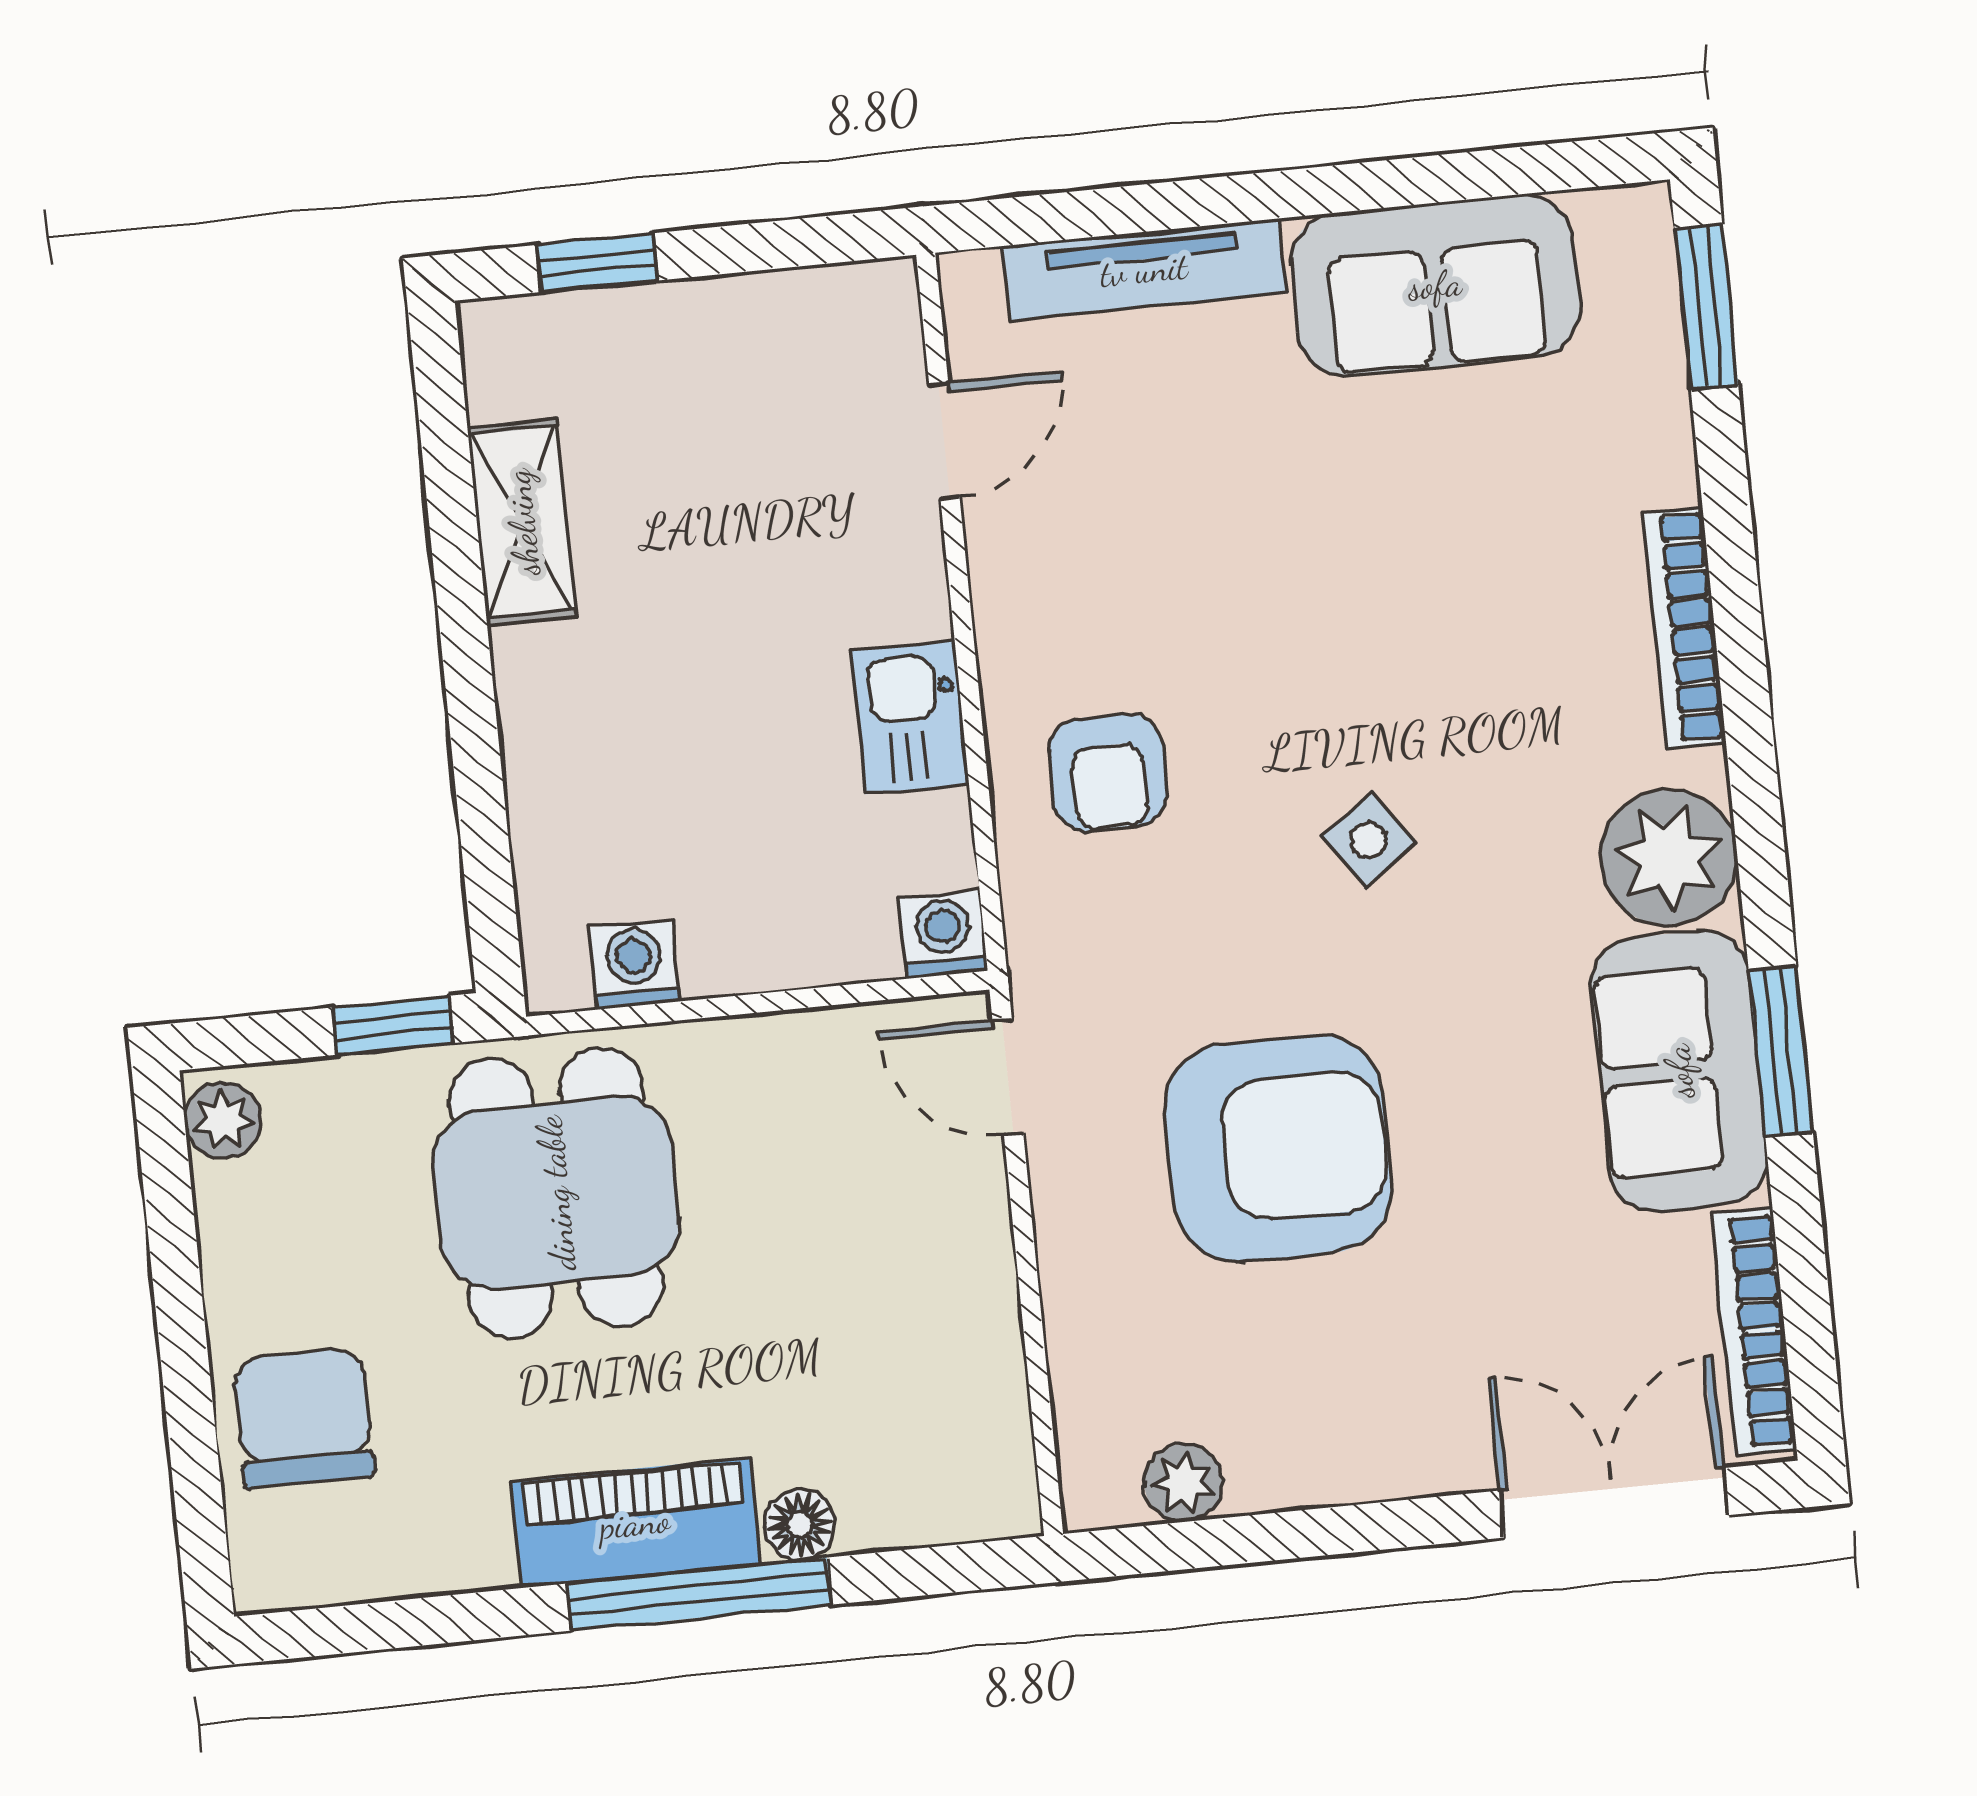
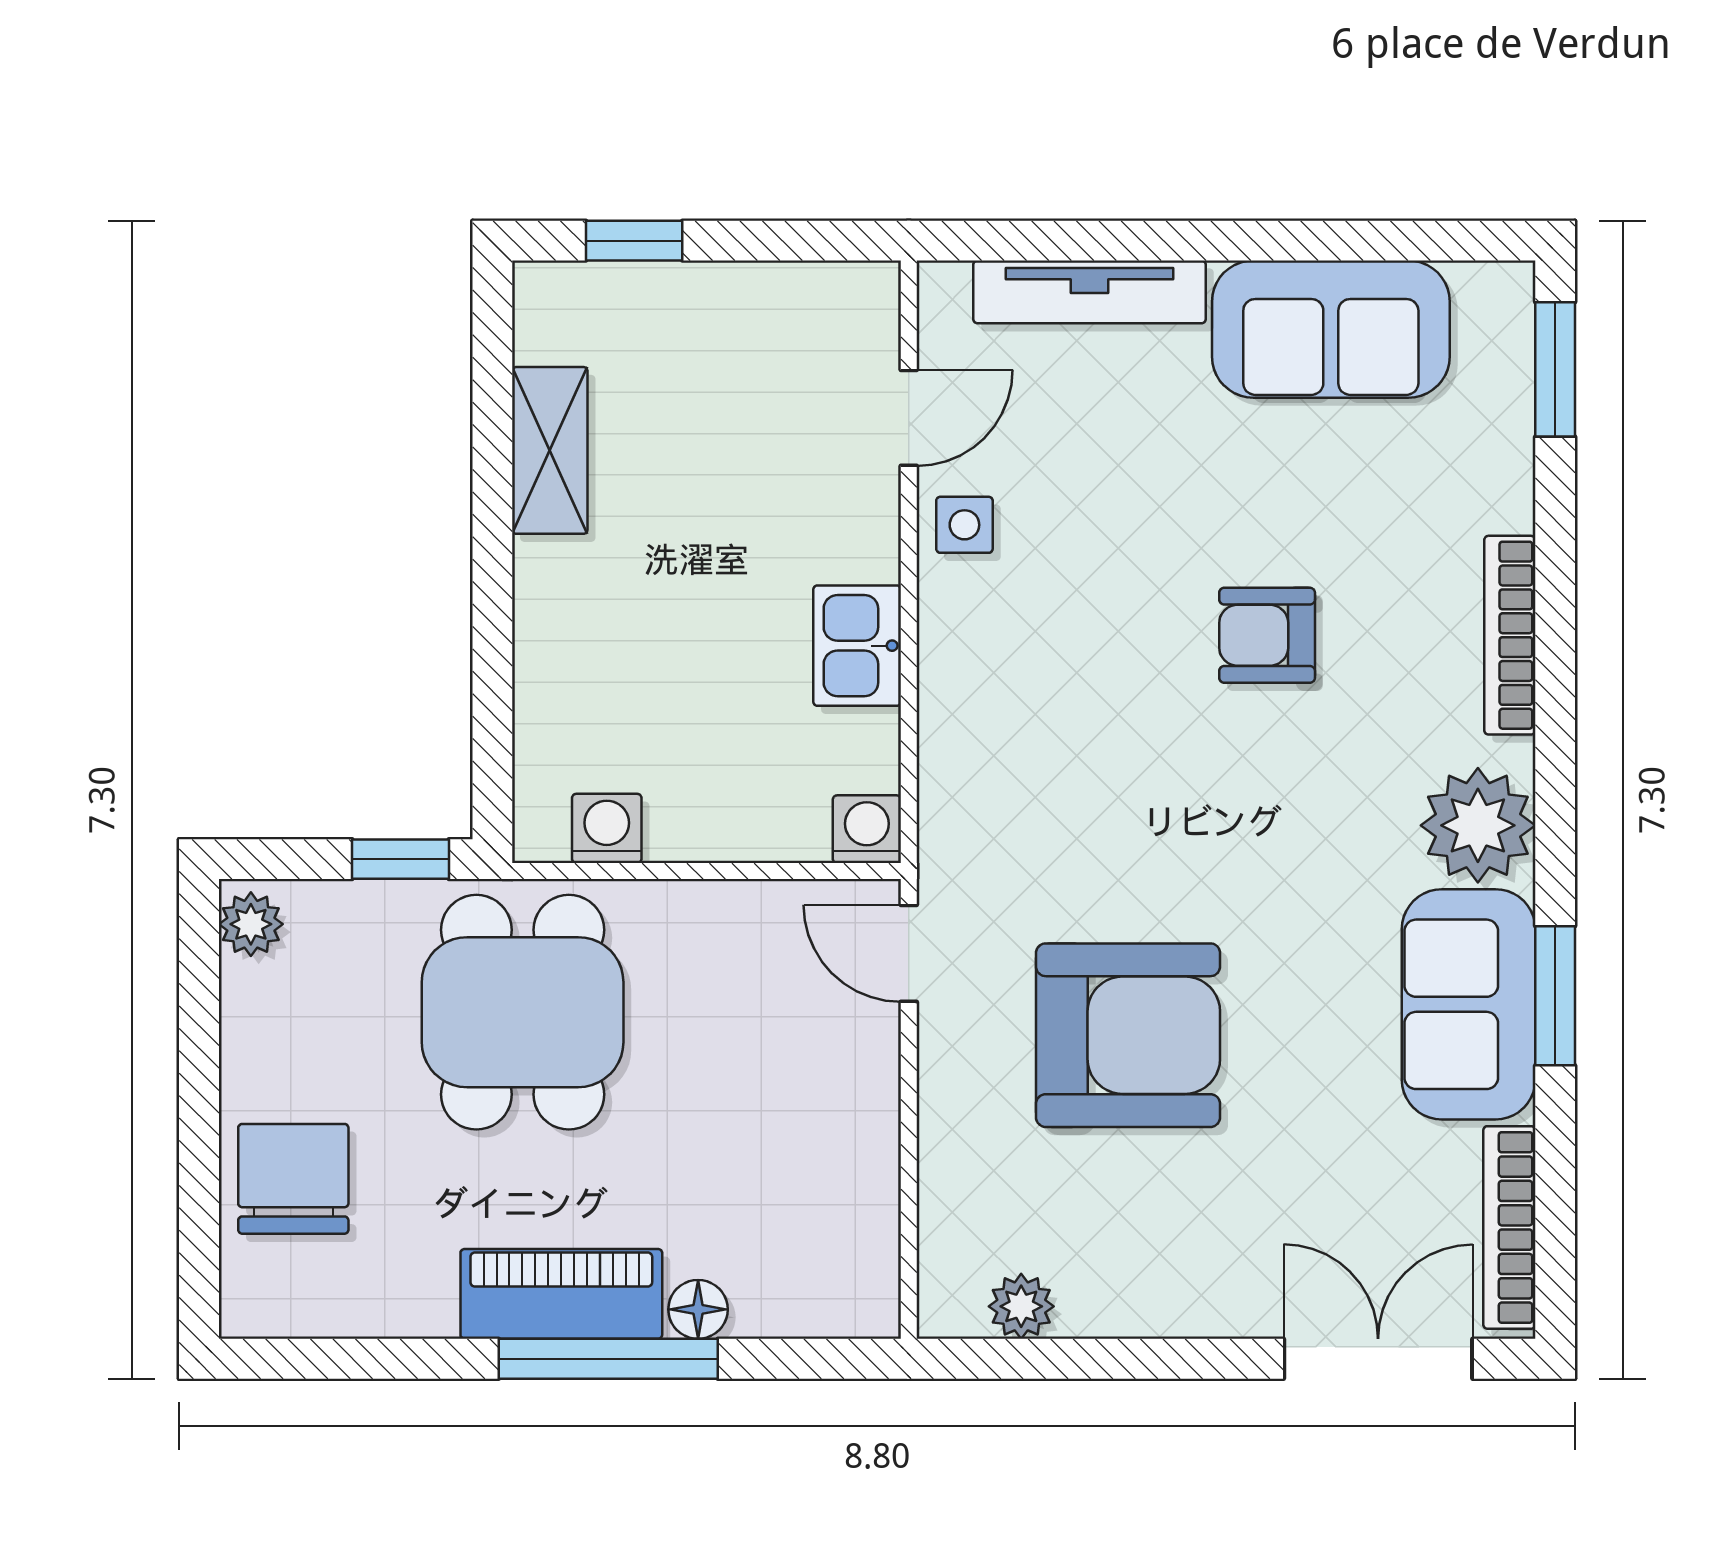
armchair: (1108, 773) -> (1267, 635), moved, turned 90
side table: (1368, 840) -> (964, 525), moved, turned 35

